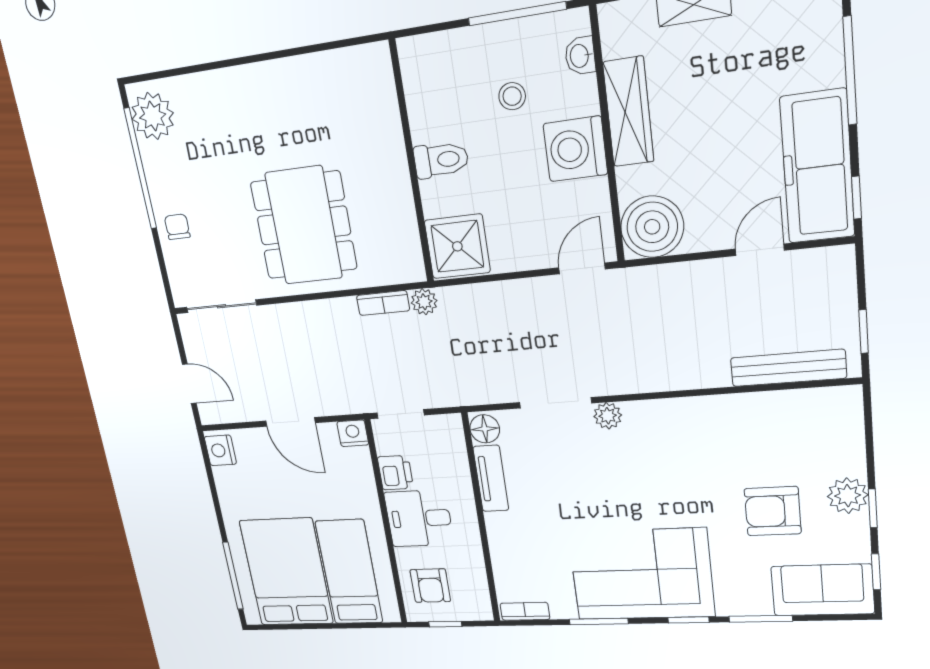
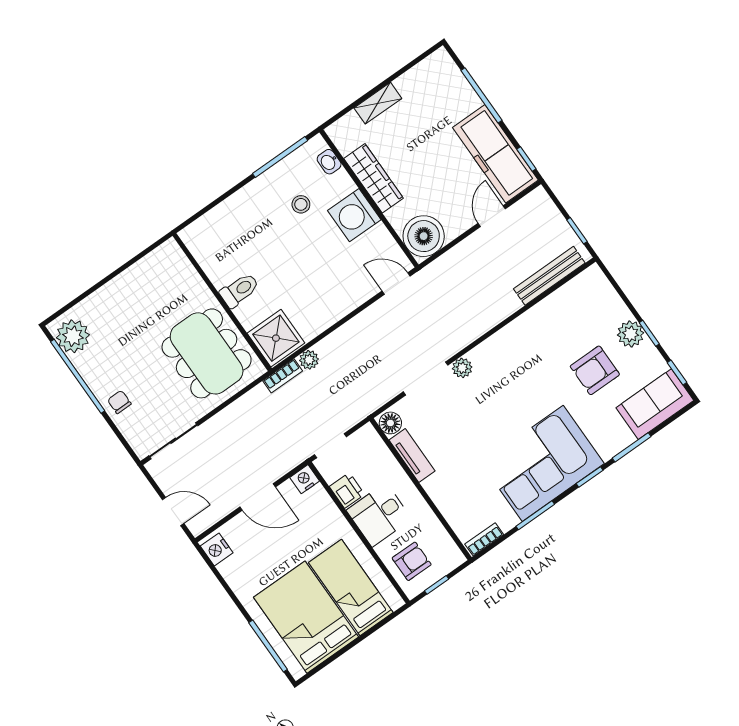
toilet: (441, 160) -> (239, 290), moved
wall: (412, 163) -> (222, 302), moved
shower: (457, 246) -> (276, 338), moved
door: (582, 268) -> (396, 284), hinge flipped
armchair: (430, 586) -> (412, 561), turned -90

